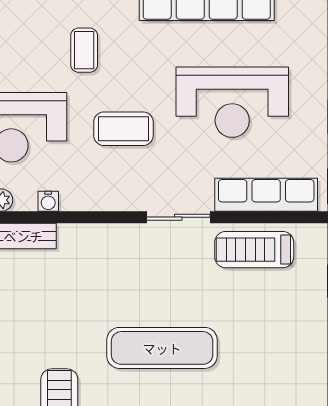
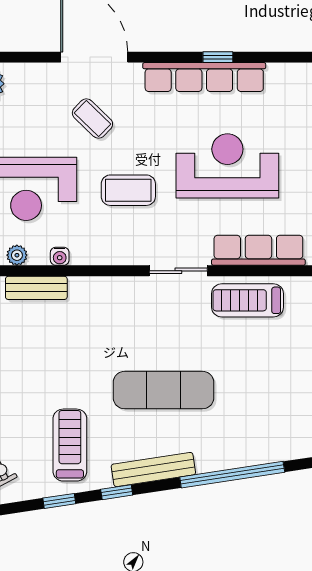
coffee table: (84, 50) -> (92, 119), turned -46
reception desk: (232, 102) -> (227, 166), turned 180

